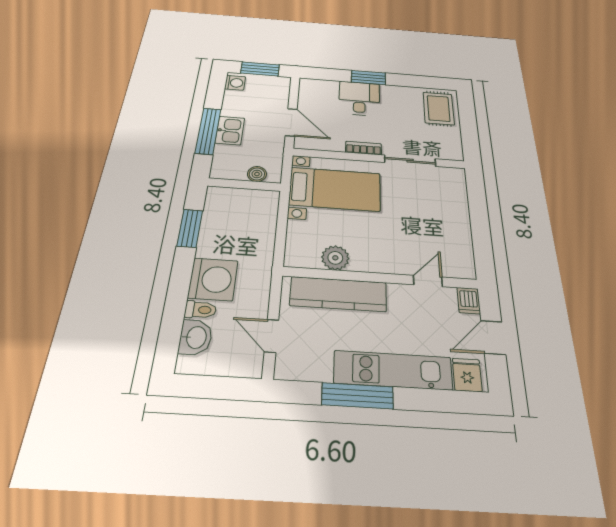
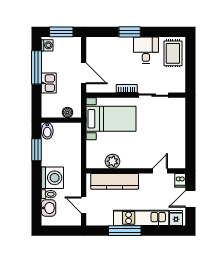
desk: (359, 98) -> (146, 50), moved
window: (208, 131) -> (37, 67), moved
bidet: (216, 199) -> (47, 131), added

